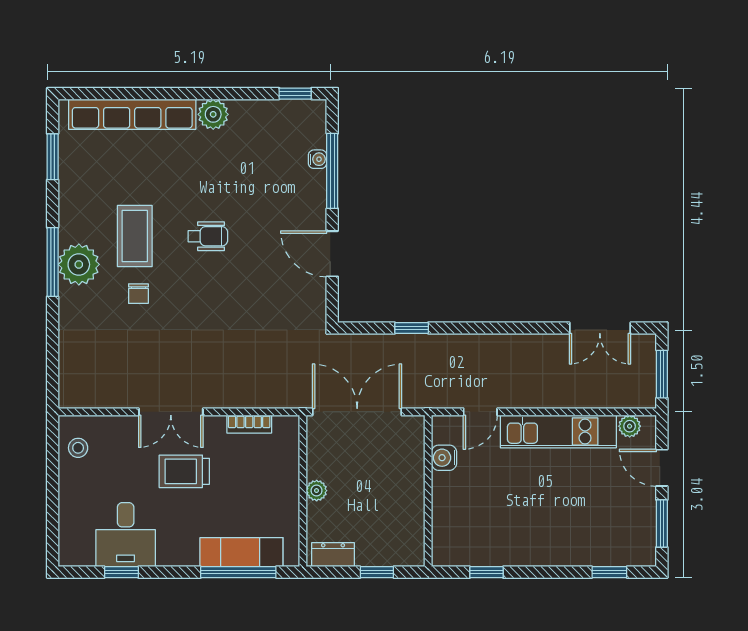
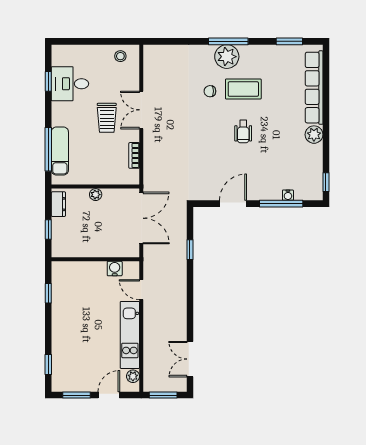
trolley: (184, 471) -> (107, 118), turned 180

